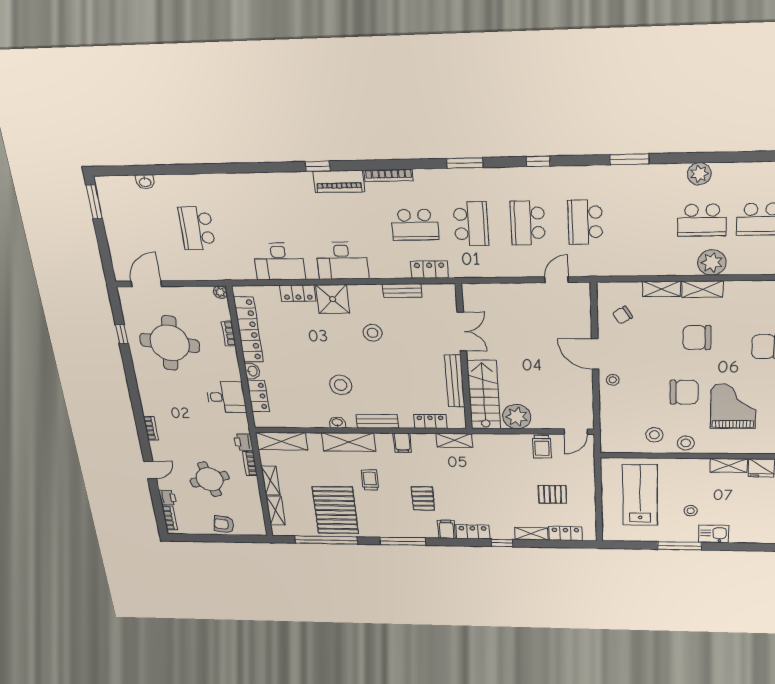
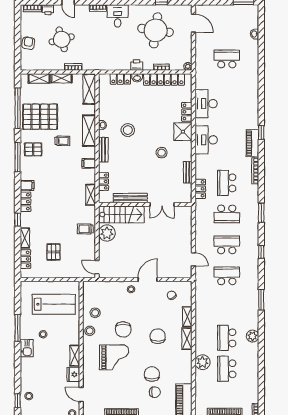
plant: (712, 262) -> (202, 362), moved
desk: (226, 397) -> (118, 16), moved, turned 180
printer: (243, 442) -> (137, 65), moved
trolley: (542, 447) -> (85, 229), moved
pallet: (423, 499) -> (33, 149), moved

